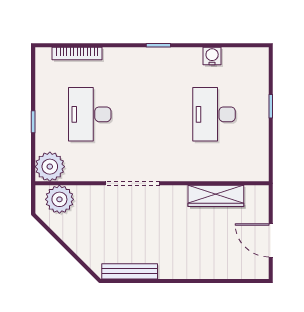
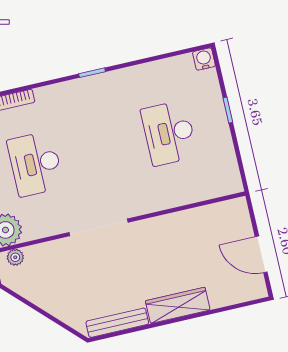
water cooler: (212, 56) -> (204, 59), moved
wardrobe: (216, 196) -> (178, 305), moved, turned 180
plant: (59, 199) -> (15, 257), width x0.53, depth x0.53

